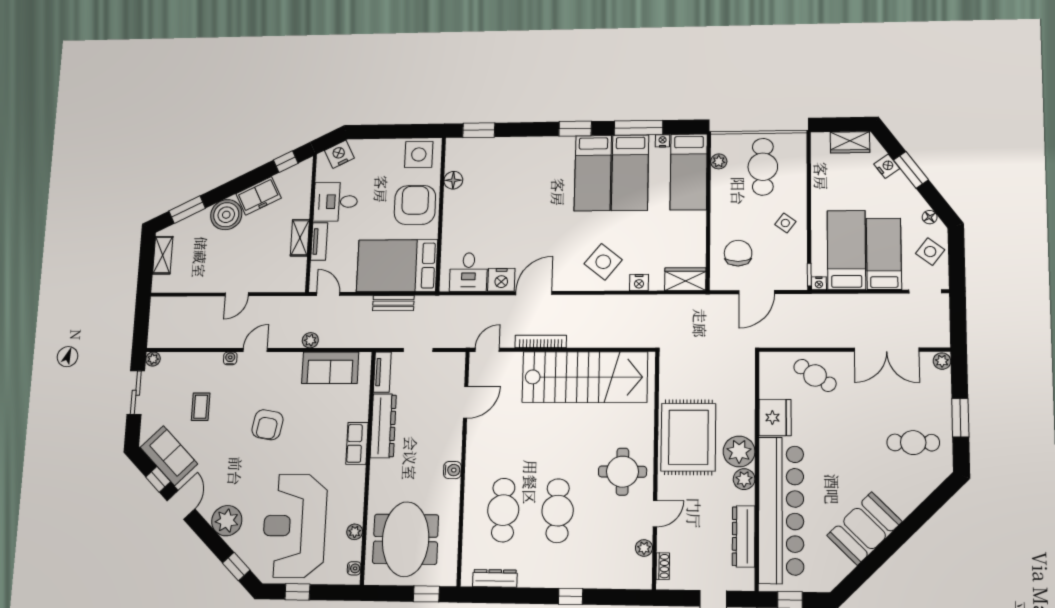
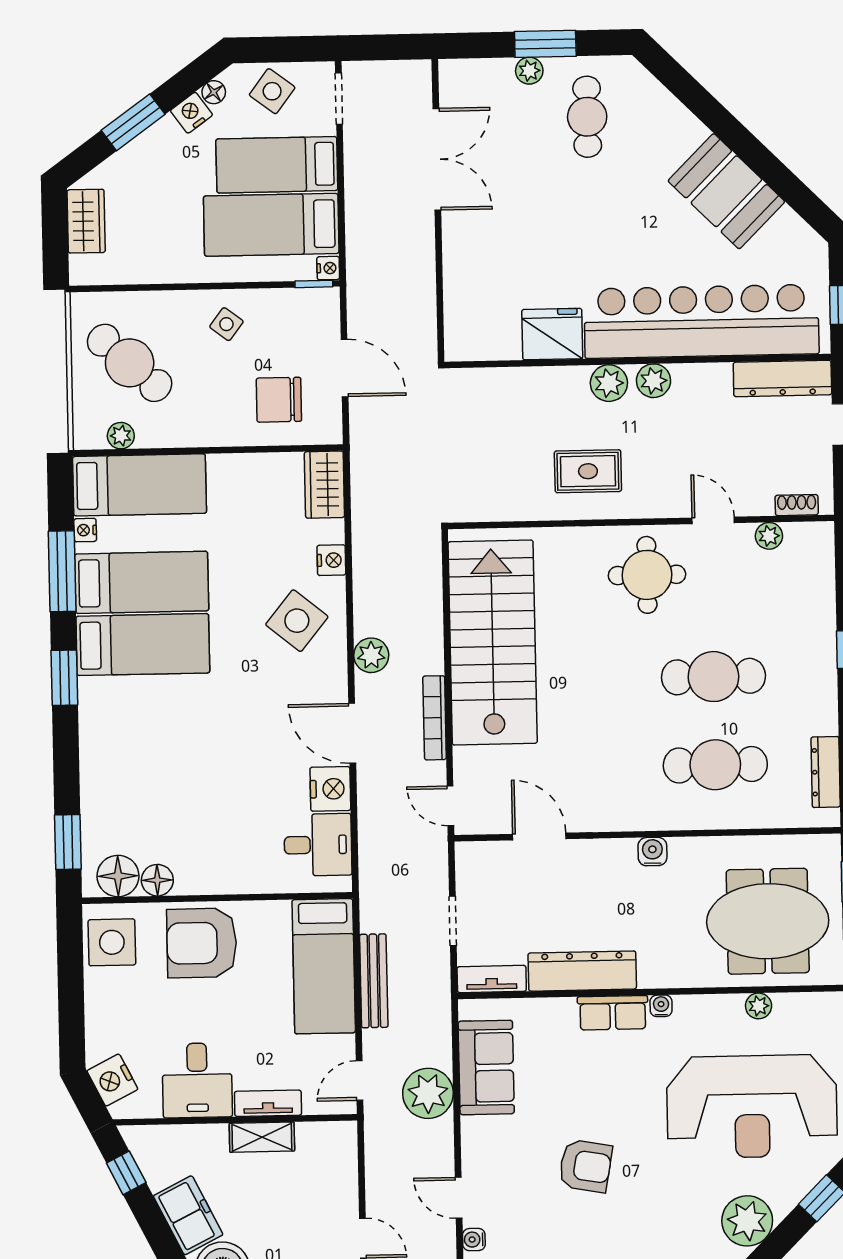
floor lamp: (457, 158) -> (118, 876), added
nightstand: (887, 166) -> (191, 113), moved
cafe table: (763, 167) -> (130, 363), turned 42
bed: (397, 266) -> (324, 966), width x0.67
bench: (393, 303) -> (374, 981), width x1.36
plant: (580, 305) -> (371, 655), added
plant: (310, 340) -> (428, 1093), width x1.88, depth x1.88
plant: (942, 361) -> (529, 71), moved
cafe table: (815, 375) -> (482, 272), removed
rug: (688, 437) -> (588, 471), width x0.54, depth x0.49
plant: (739, 451) -> (609, 383), width x0.73, depth x0.73
dresser: (744, 536) -> (782, 378), moved
water cooler: (354, 568) -> (661, 1006), moved

